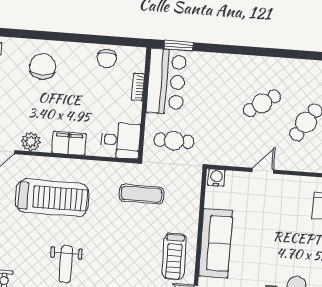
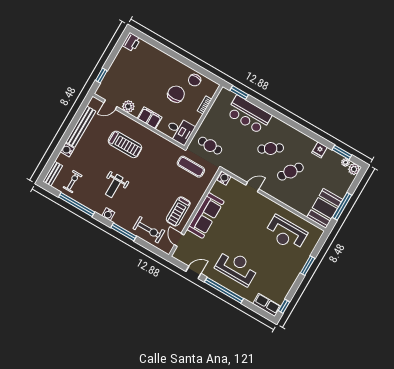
chair: (43, 66) -> (176, 94), moved
bar counter: (166, 81) -> (249, 115), moved, turned 90
exercise mat: (141, 194) -> (191, 167), moved
treadmill: (52, 198) -> (125, 144), width x0.73, depth x0.73

